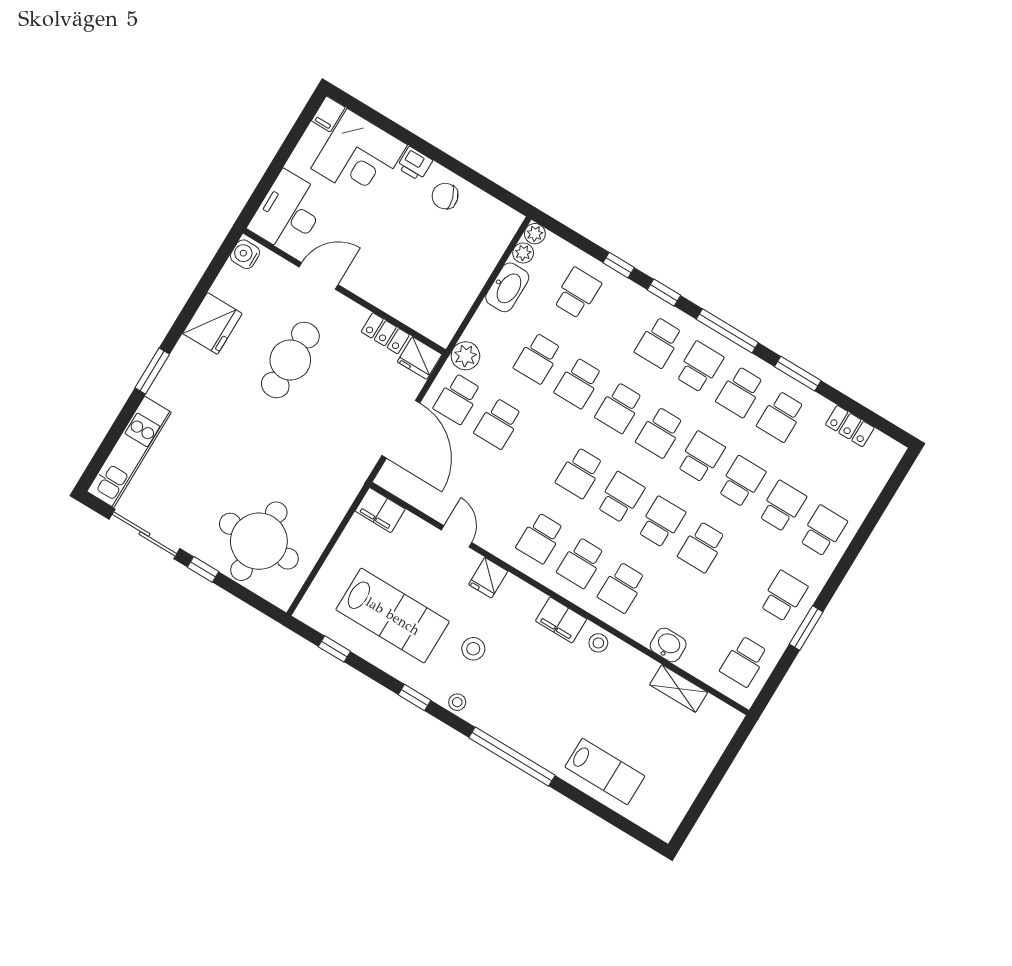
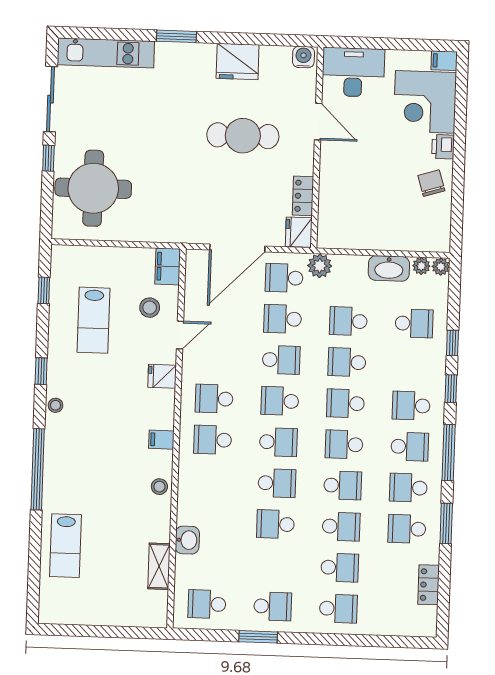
school desk: (622, 587) -> (281, 360), moved, turned 180
lab bench: (393, 616) -> (93, 320), width x0.73, depth x0.72
filing cabinet: (561, 620) -> (161, 440), width x0.50
stool: (473, 649) -> (150, 308), moved

